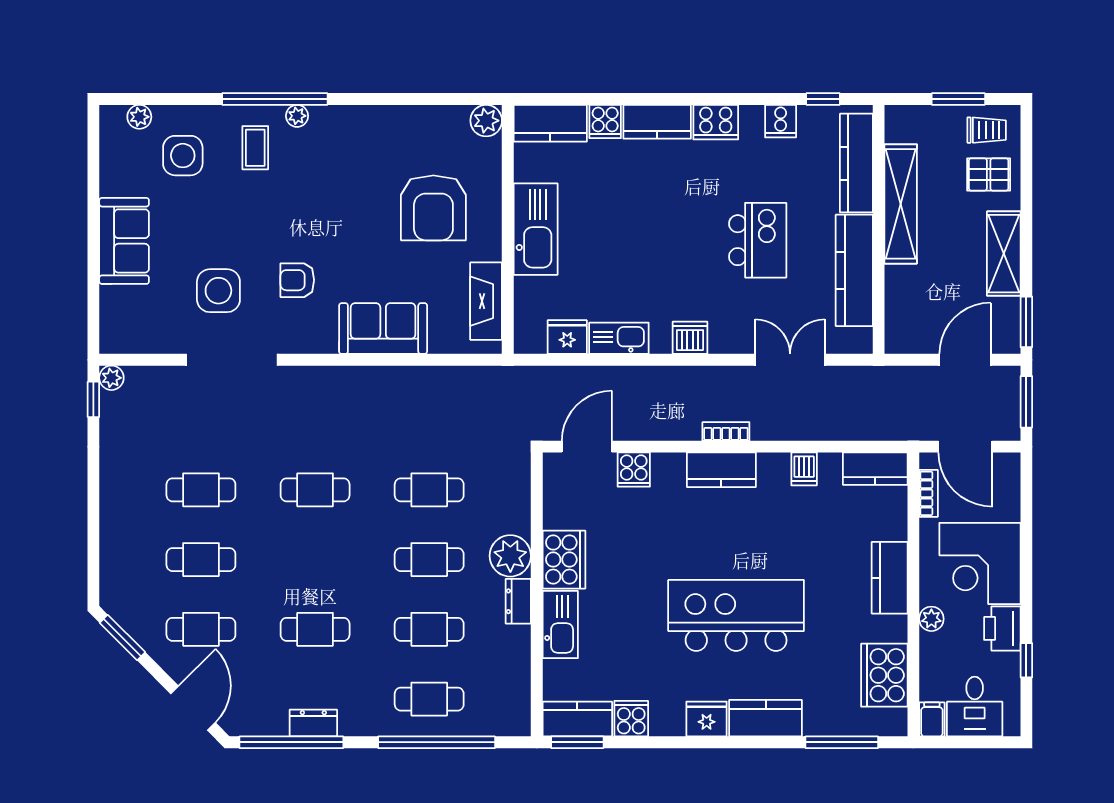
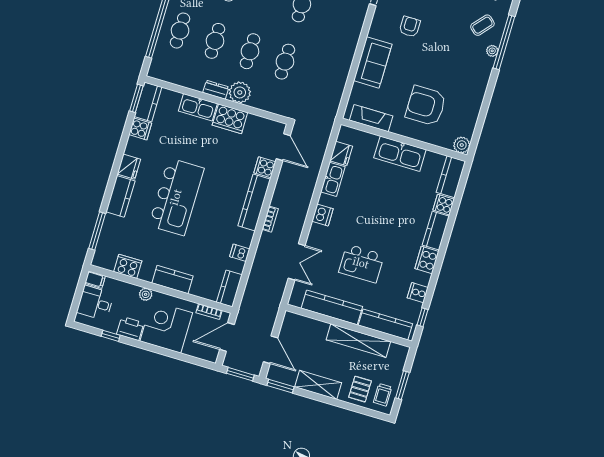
coffee table: (255, 148) -> (482, 25), turned -49
kitchen counter: (721, 470) -> (254, 202), width x1.50
cooker: (884, 675) -> (128, 266), width x0.73, depth x0.76

